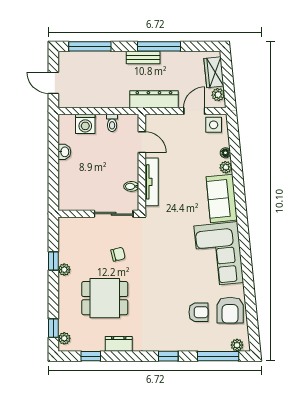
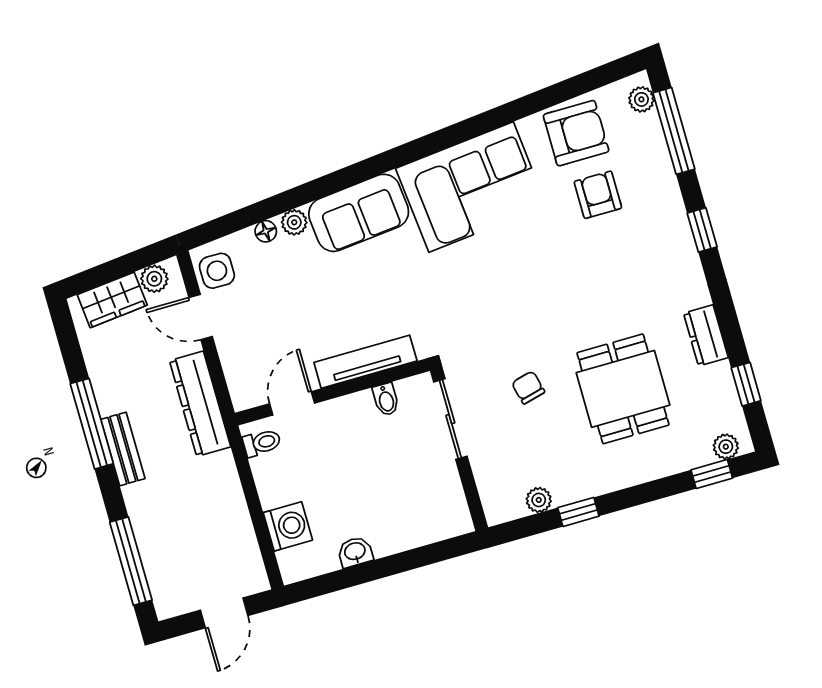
toilet: (112, 123) -> (262, 443), moved
plant: (64, 270) -> (539, 500), moved

